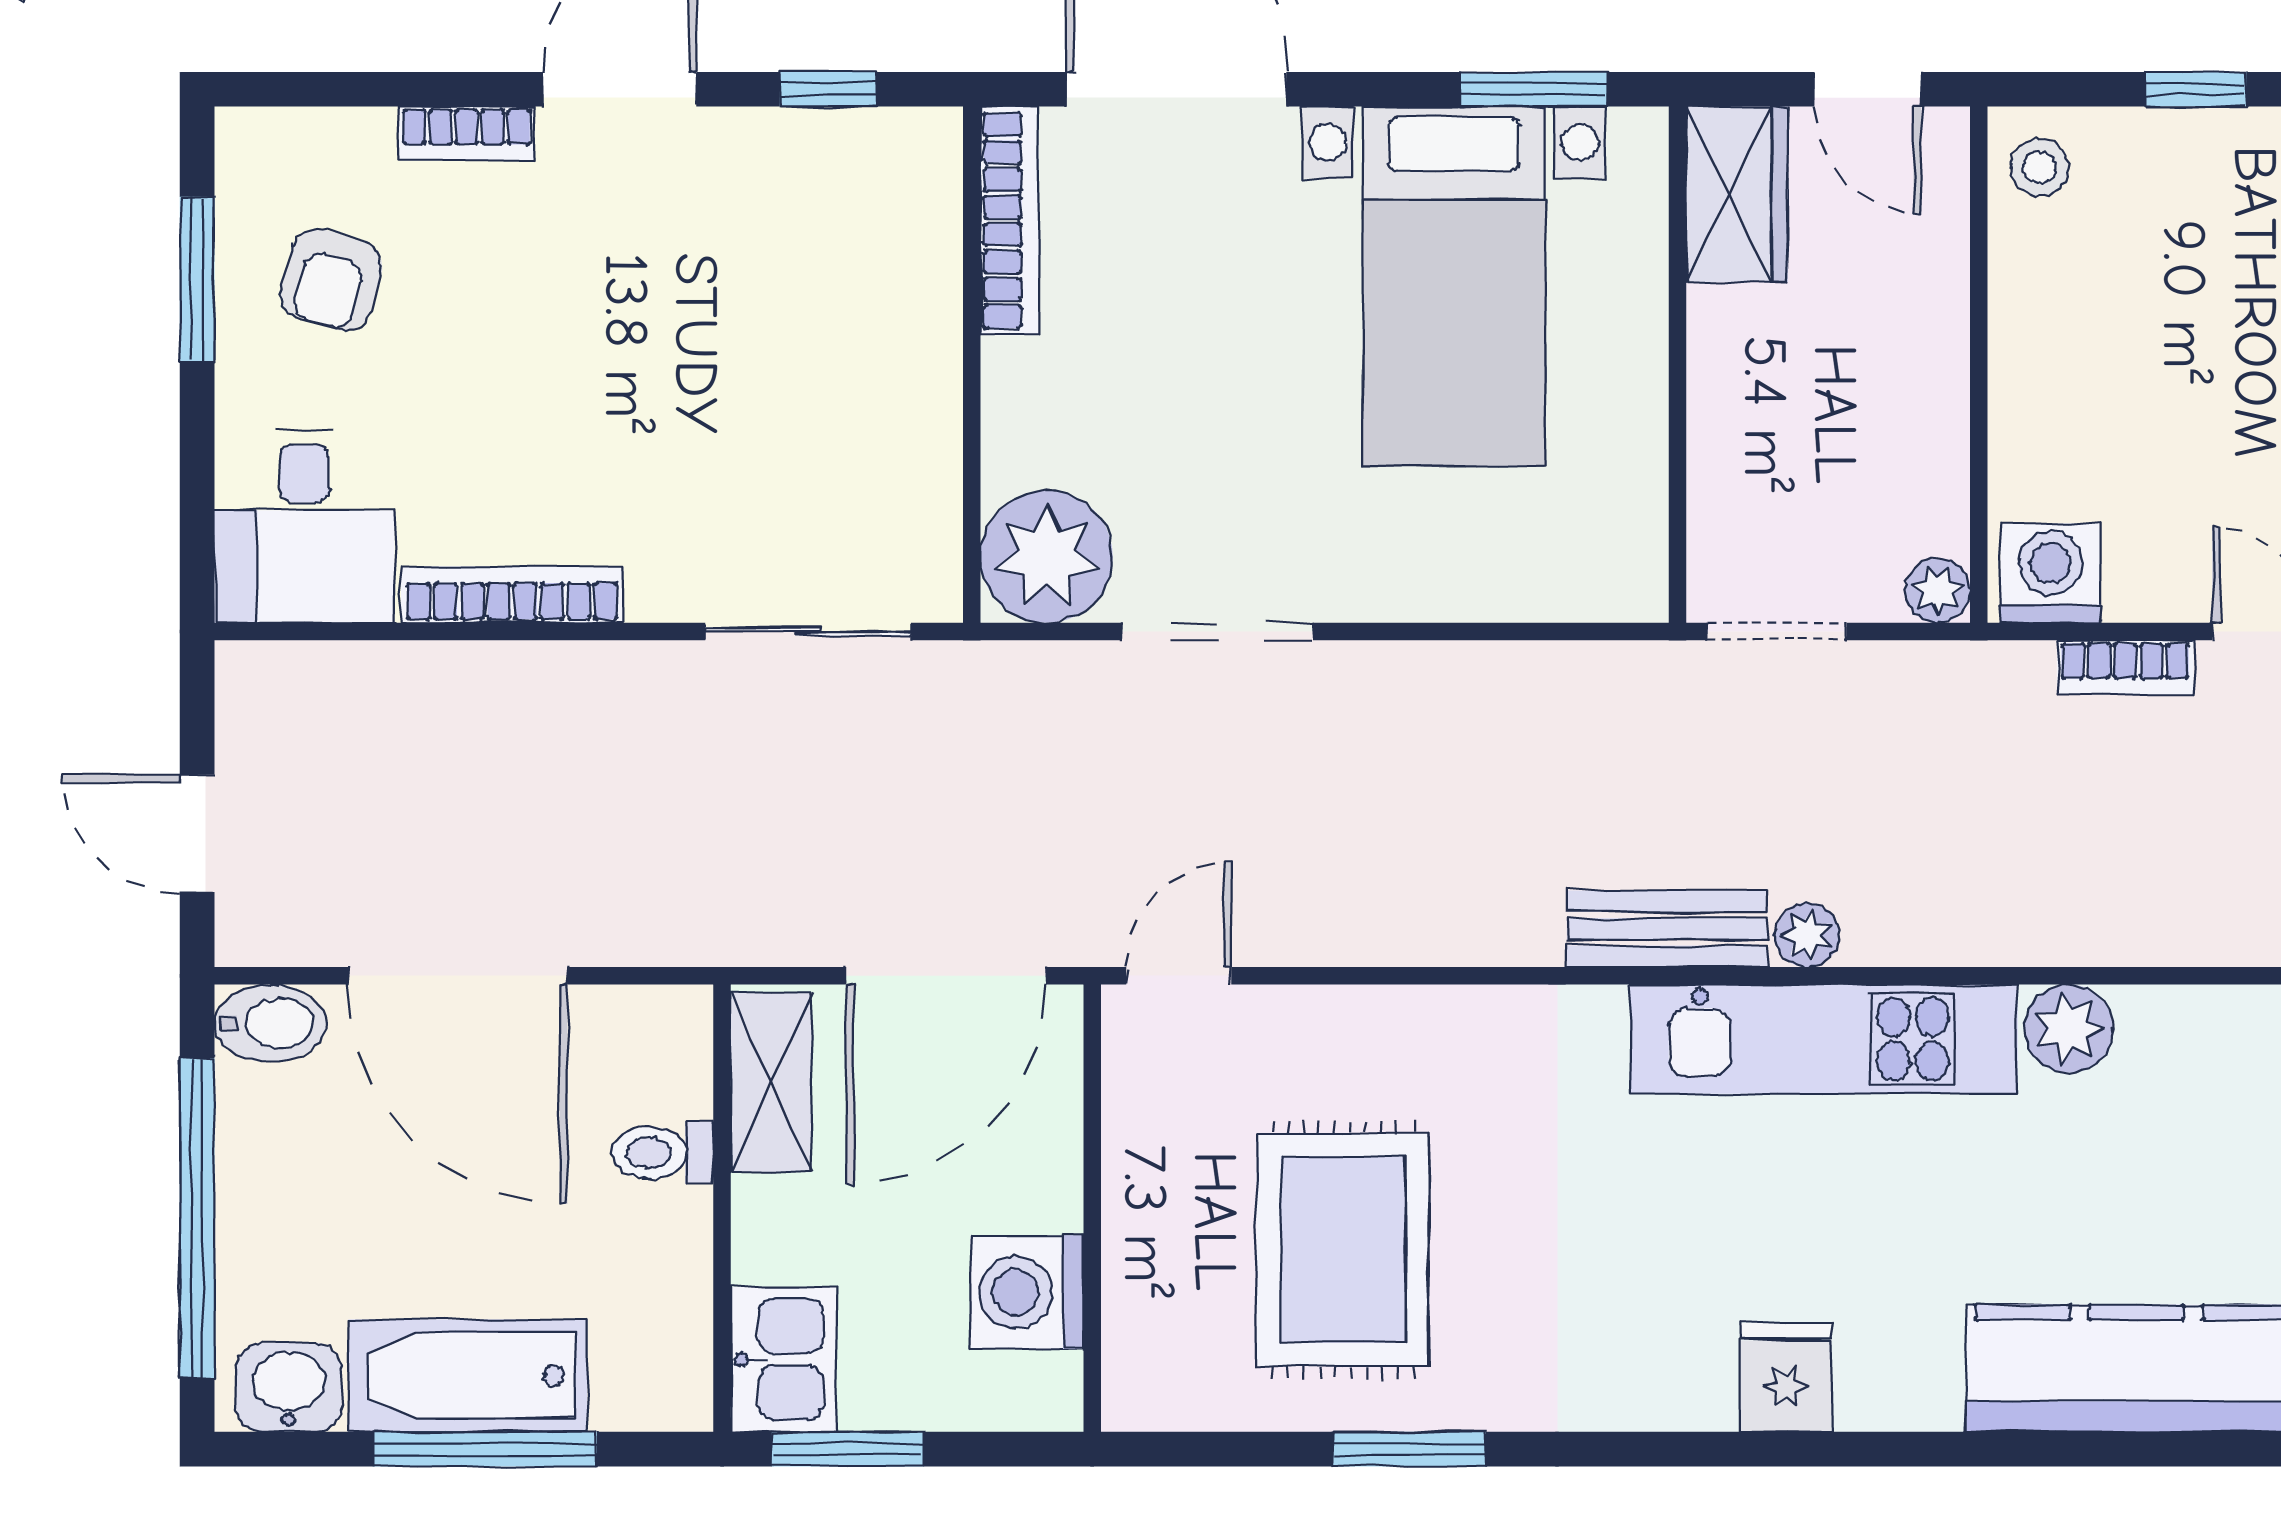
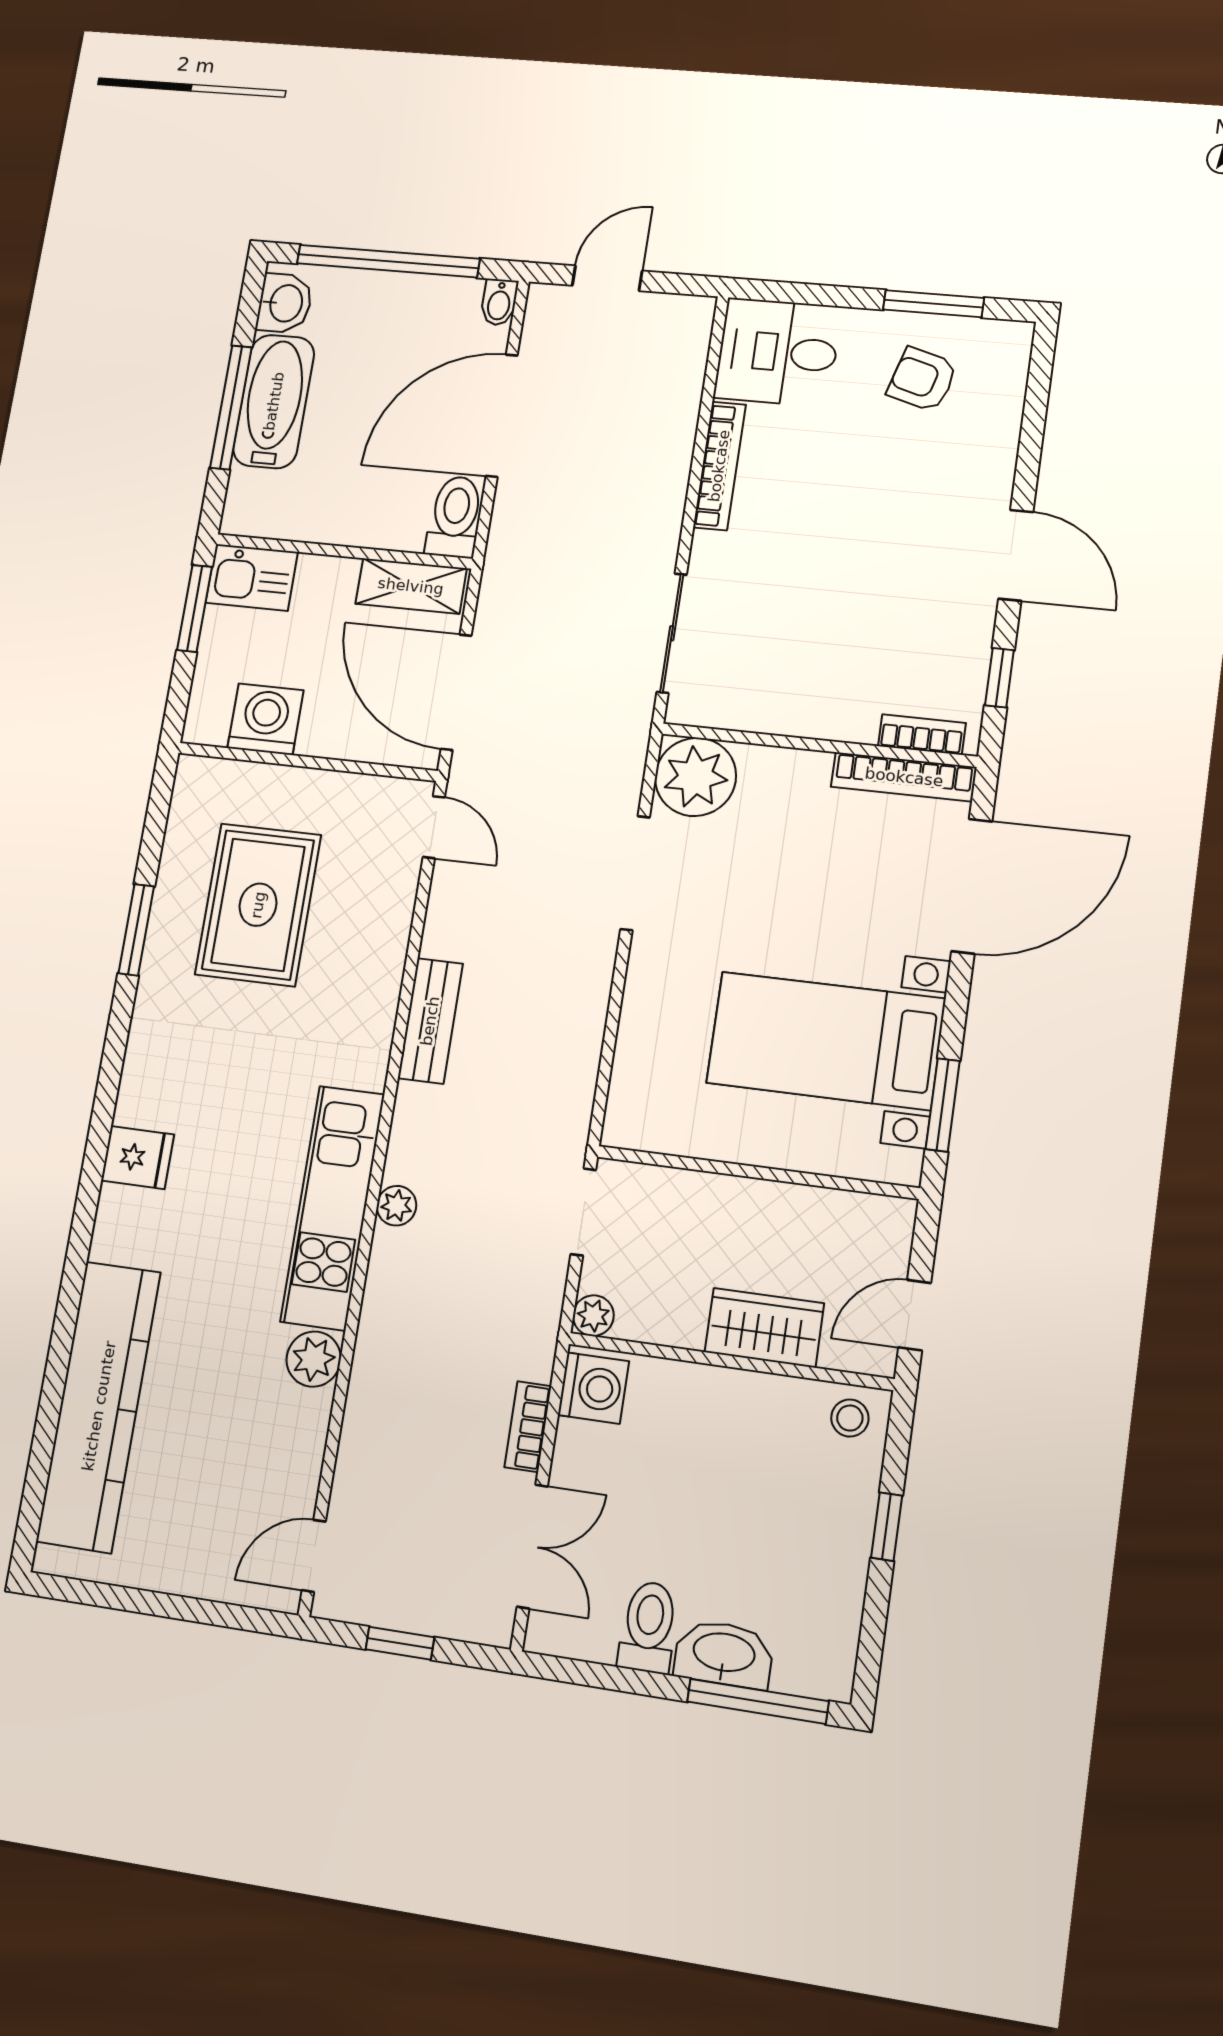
bookcase: (467, 134) -> (922, 735), moved, turned 90
wardrobe: (1737, 194) -> (764, 1328), moved, turned 180
bench: (1667, 929) -> (430, 1021), moved
bidet: (270, 1023) -> (499, 302), width x0.72, depth x0.74
toilet: (663, 1153) -> (455, 517), moved, width x1.37, depth x1.39
rug: (1343, 1250) -> (258, 905), turned 90

